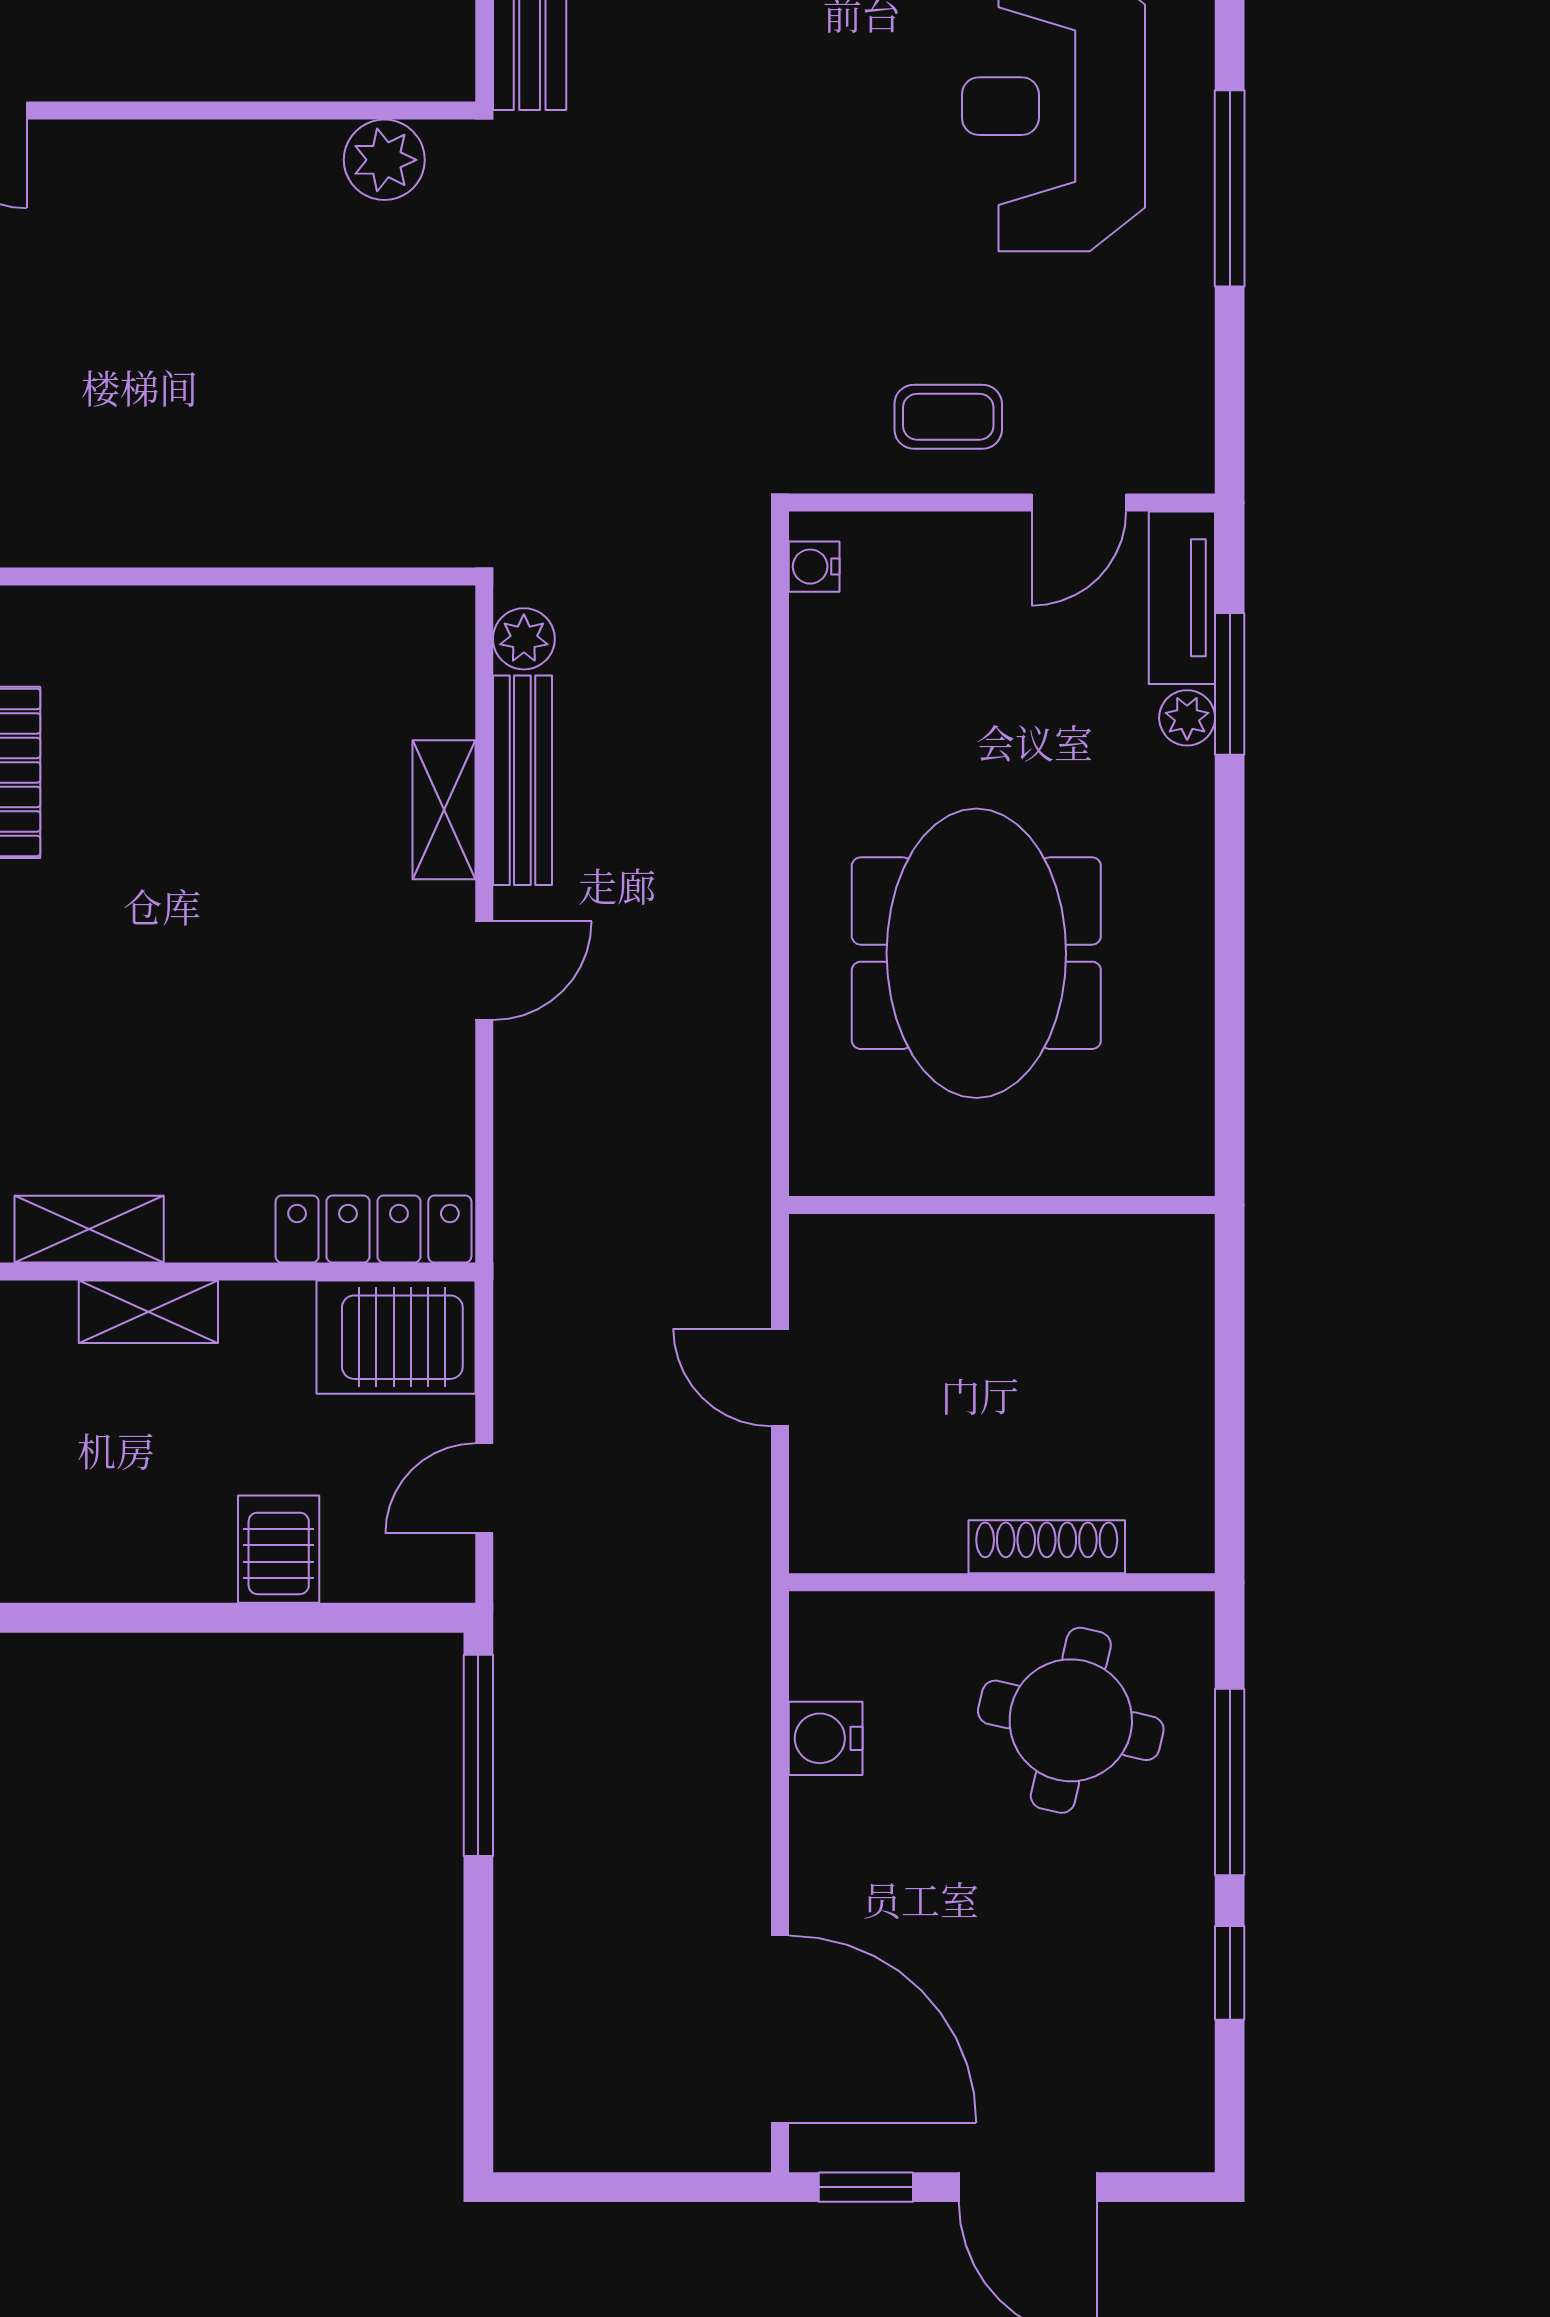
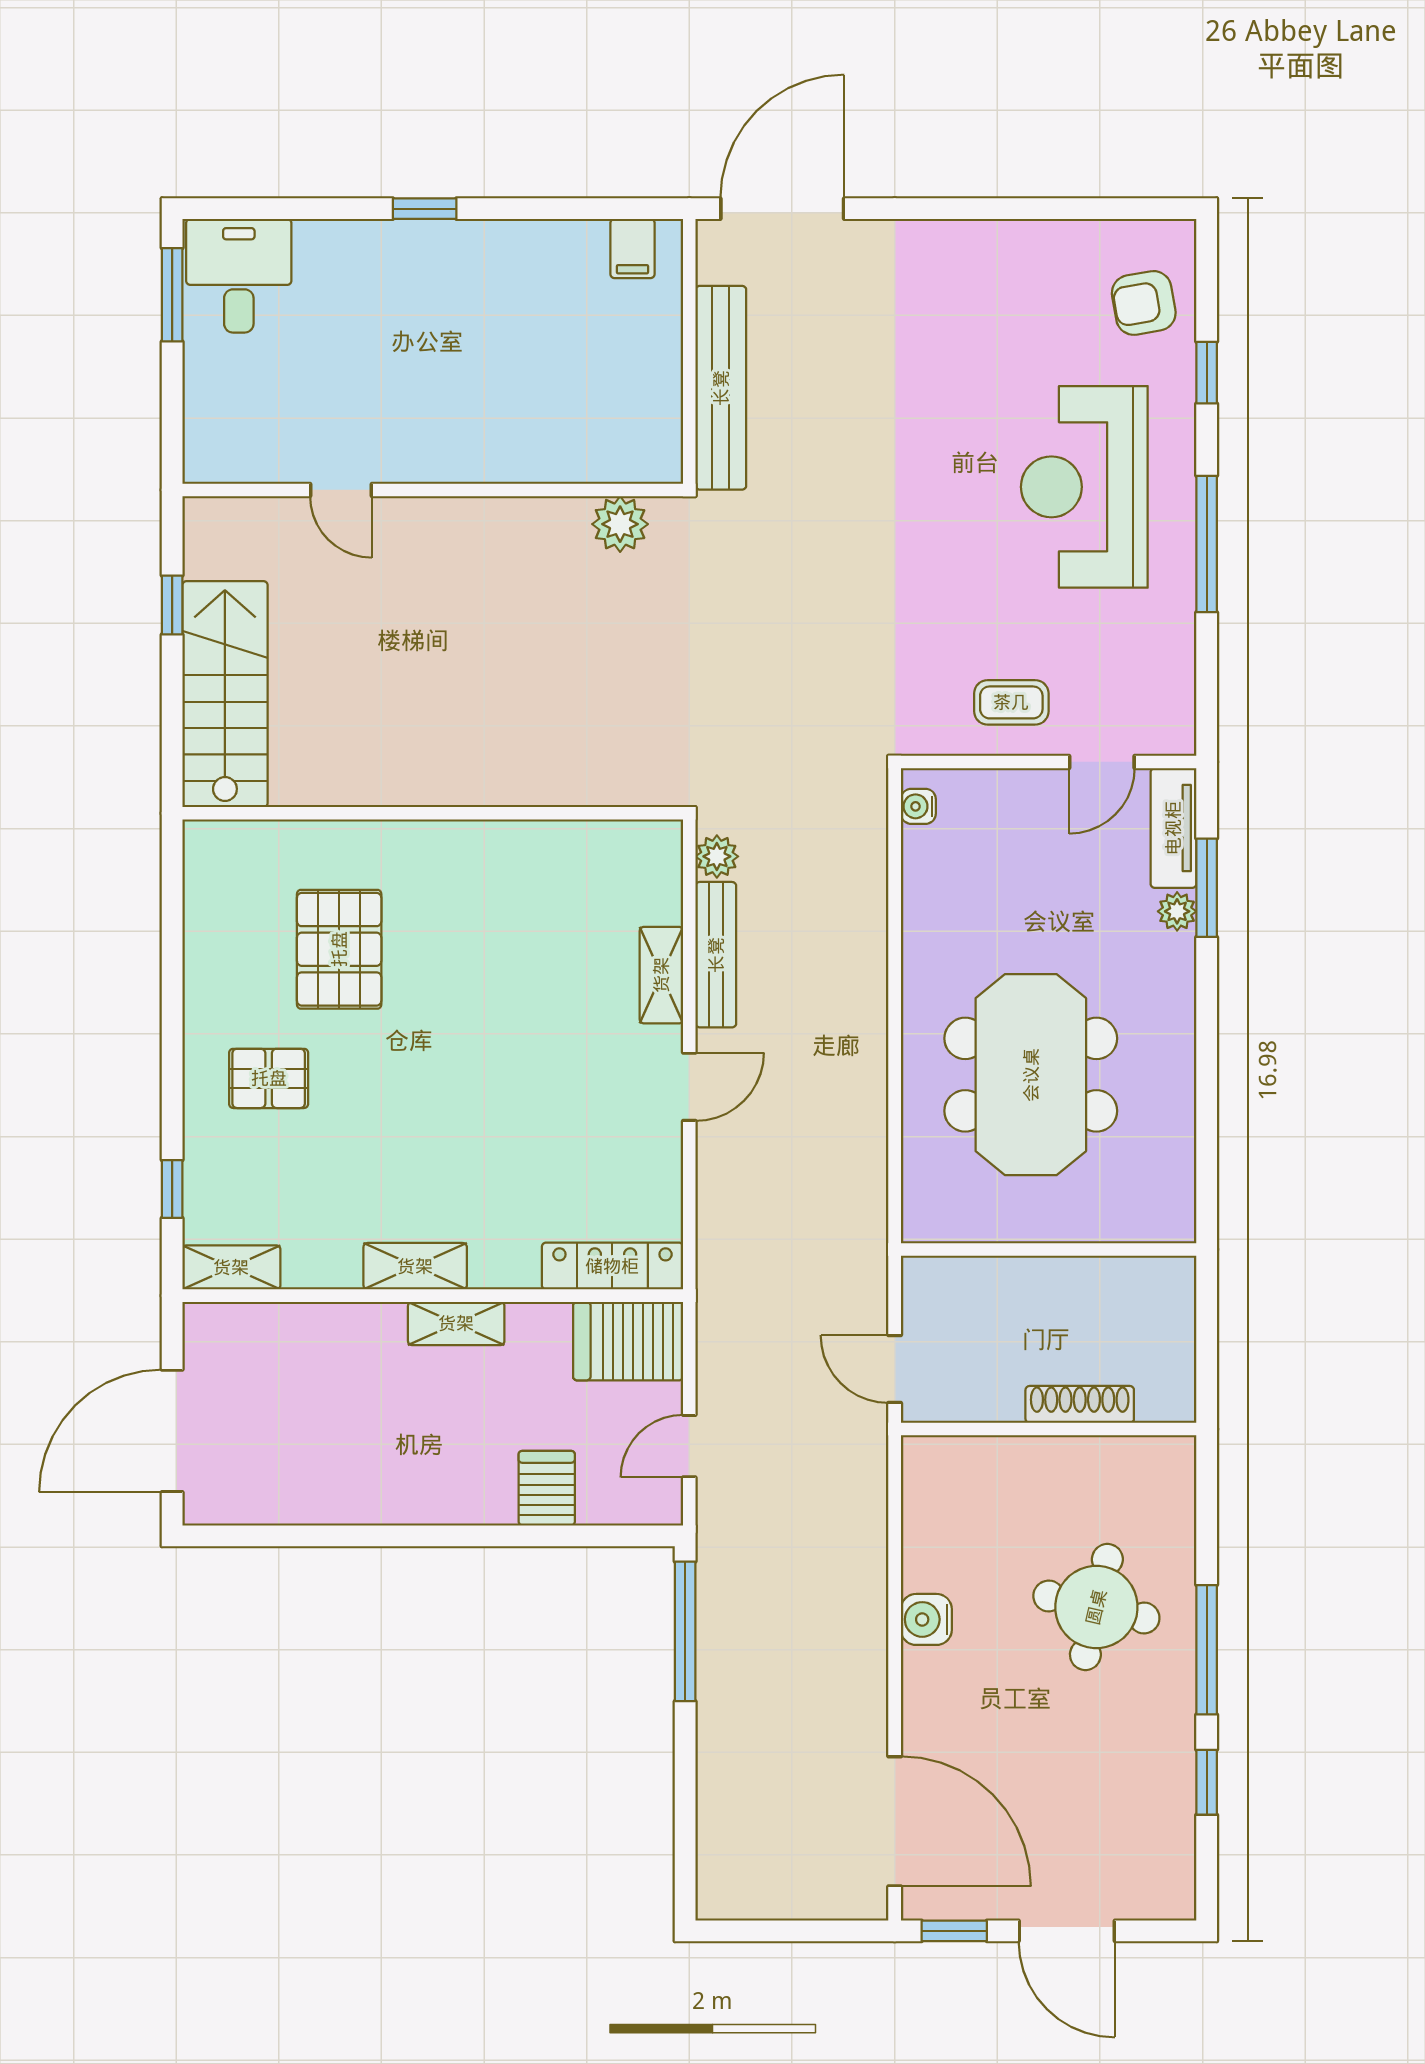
shoe rack: (1047, 1547) -> (1080, 1404), moved
wall: (1002, 1582) -> (1049, 1429), moved

